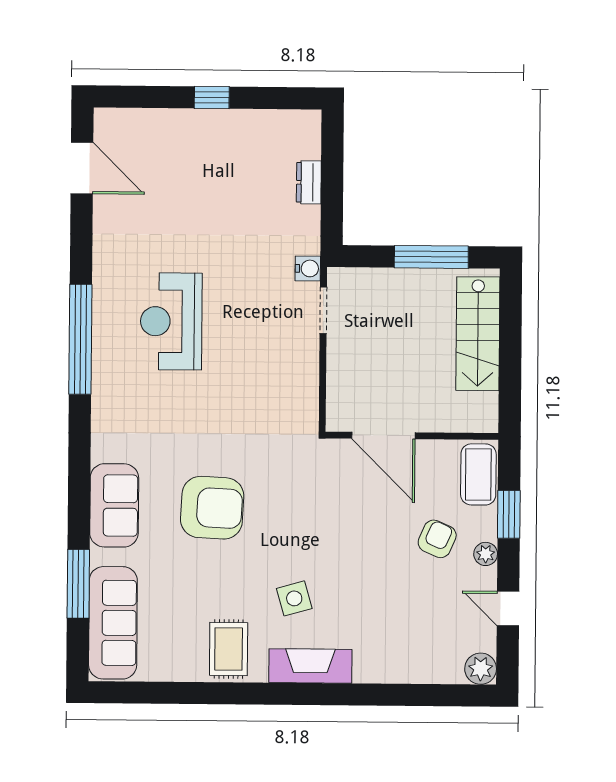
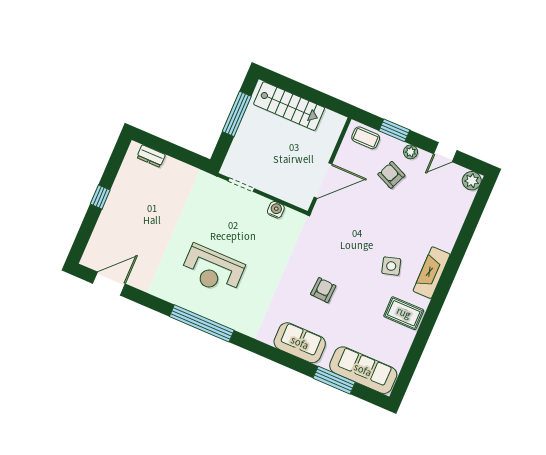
dresser: (309, 182) -> (151, 156), moved
water cooler: (308, 268) -> (276, 210), moved
coffee table: (478, 474) -> (366, 138), width x0.73, depth x0.77
armchair: (212, 508) -> (323, 290), width x0.53, depth x0.53

